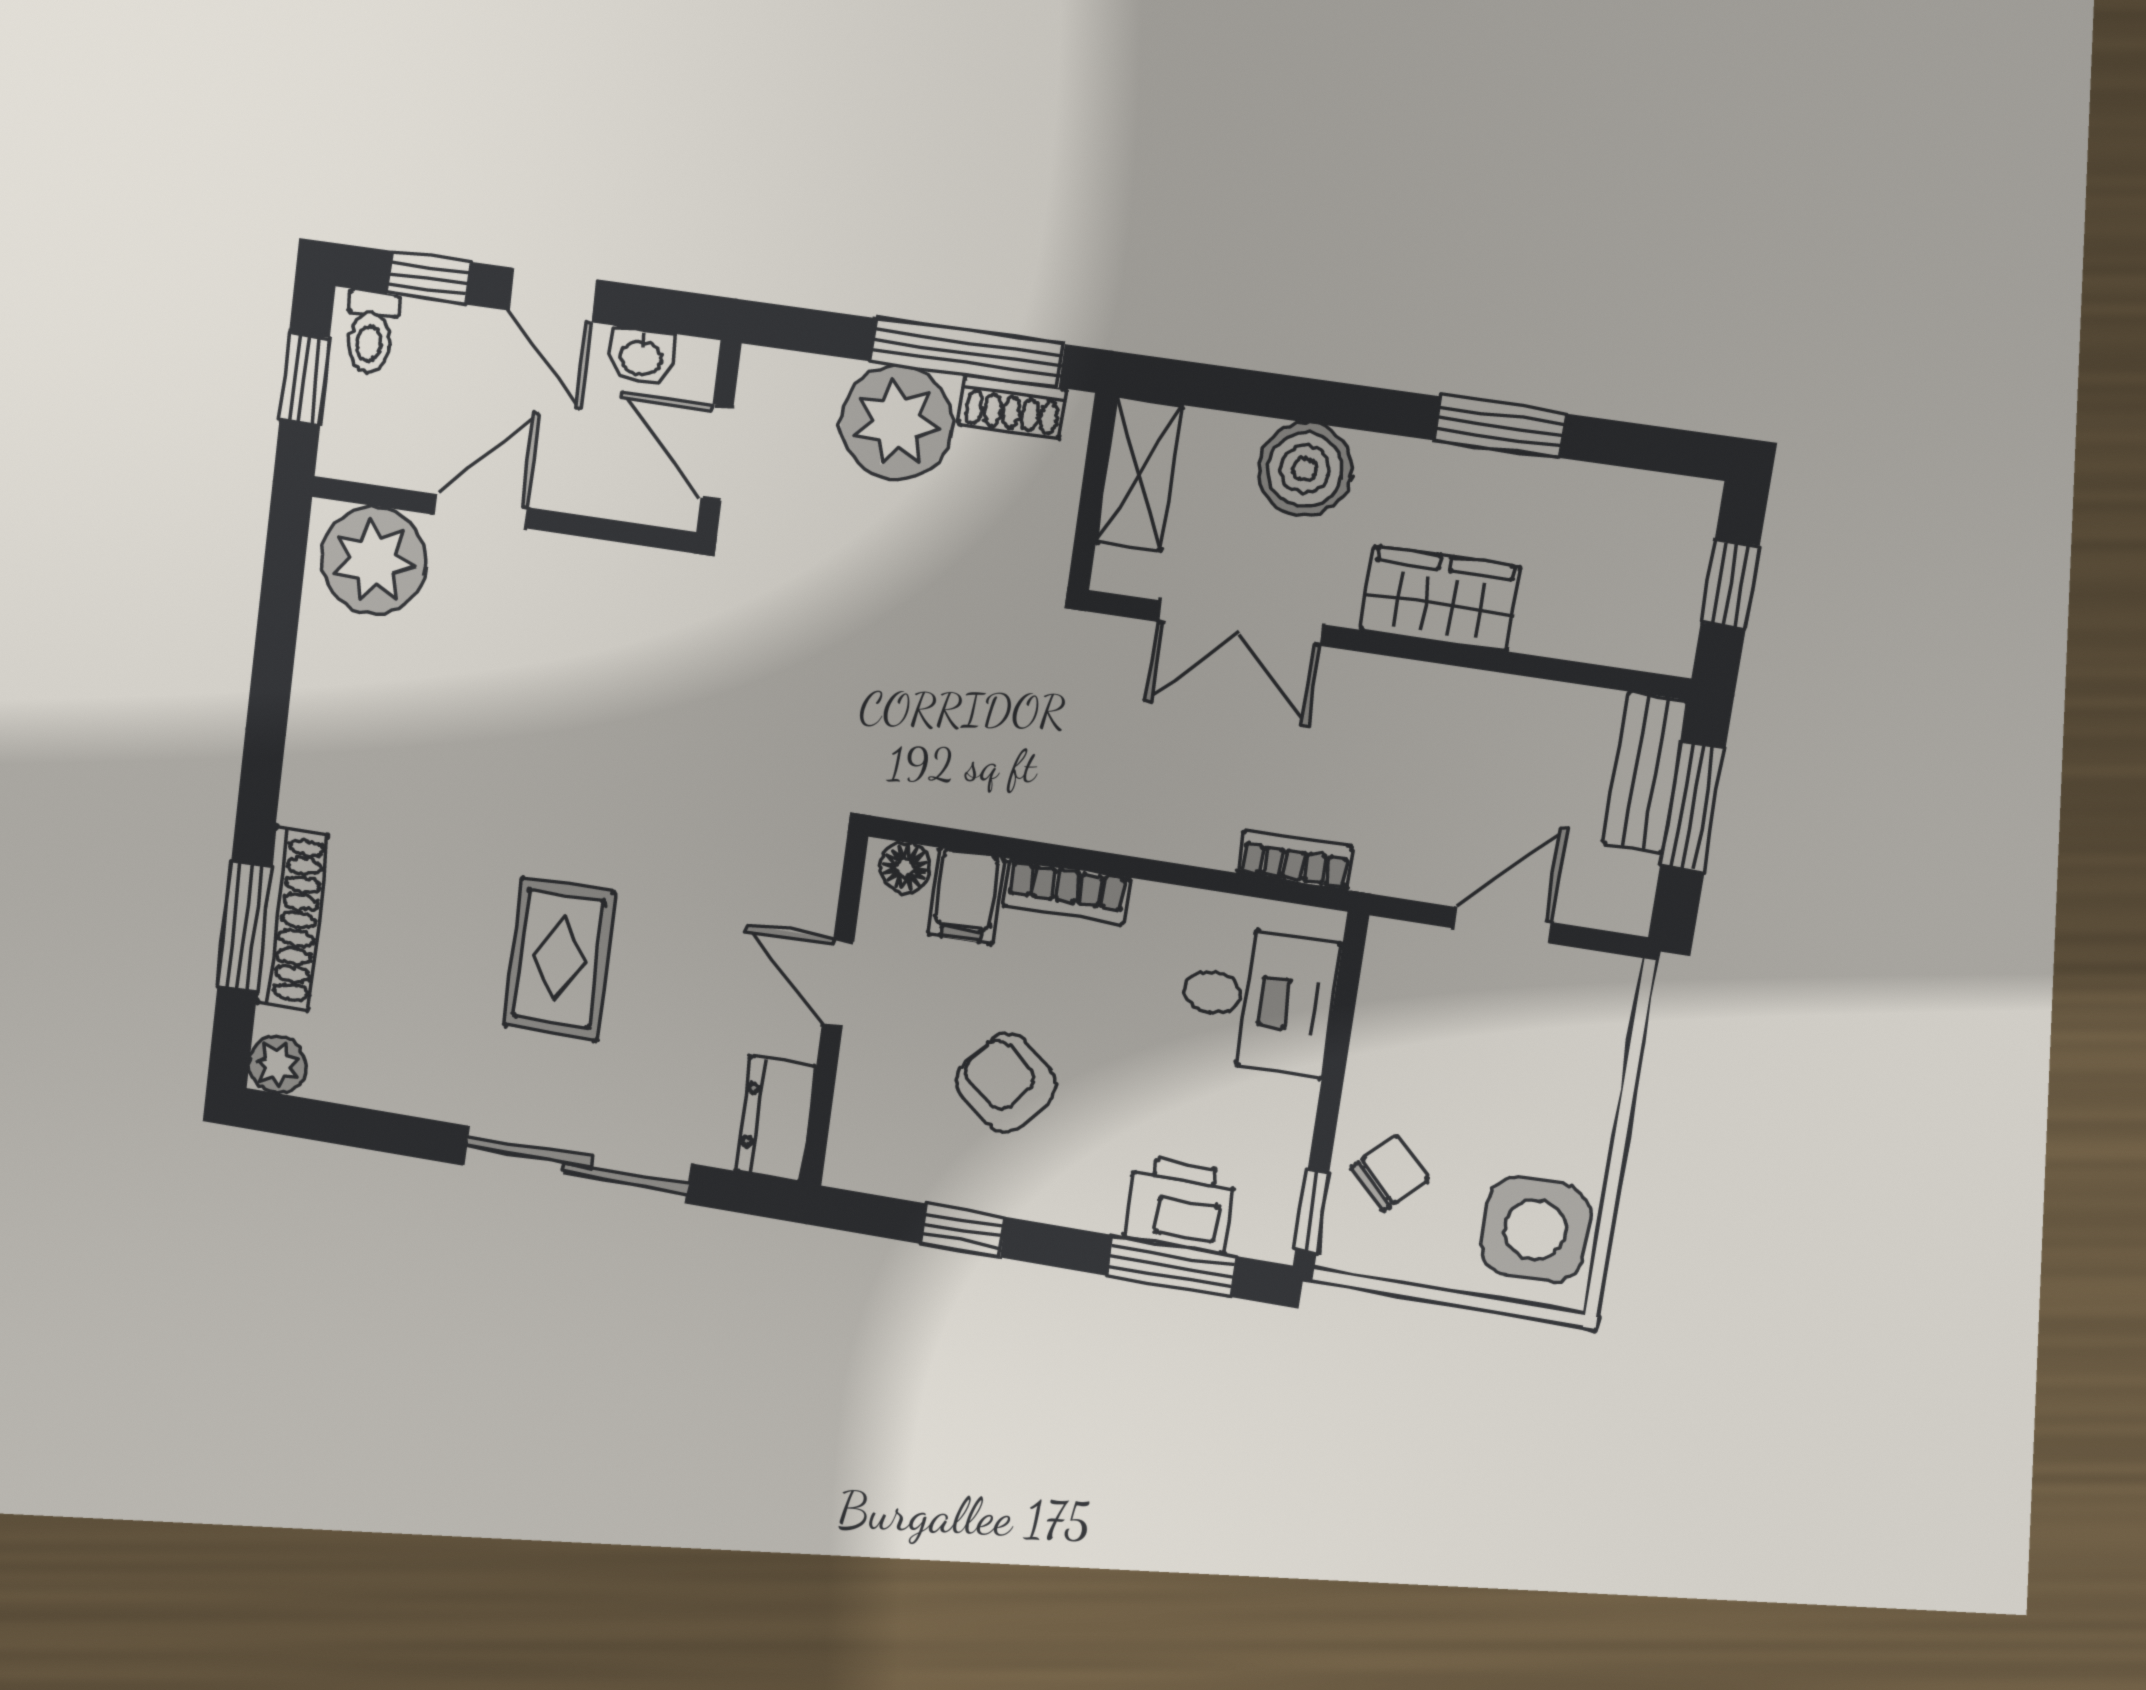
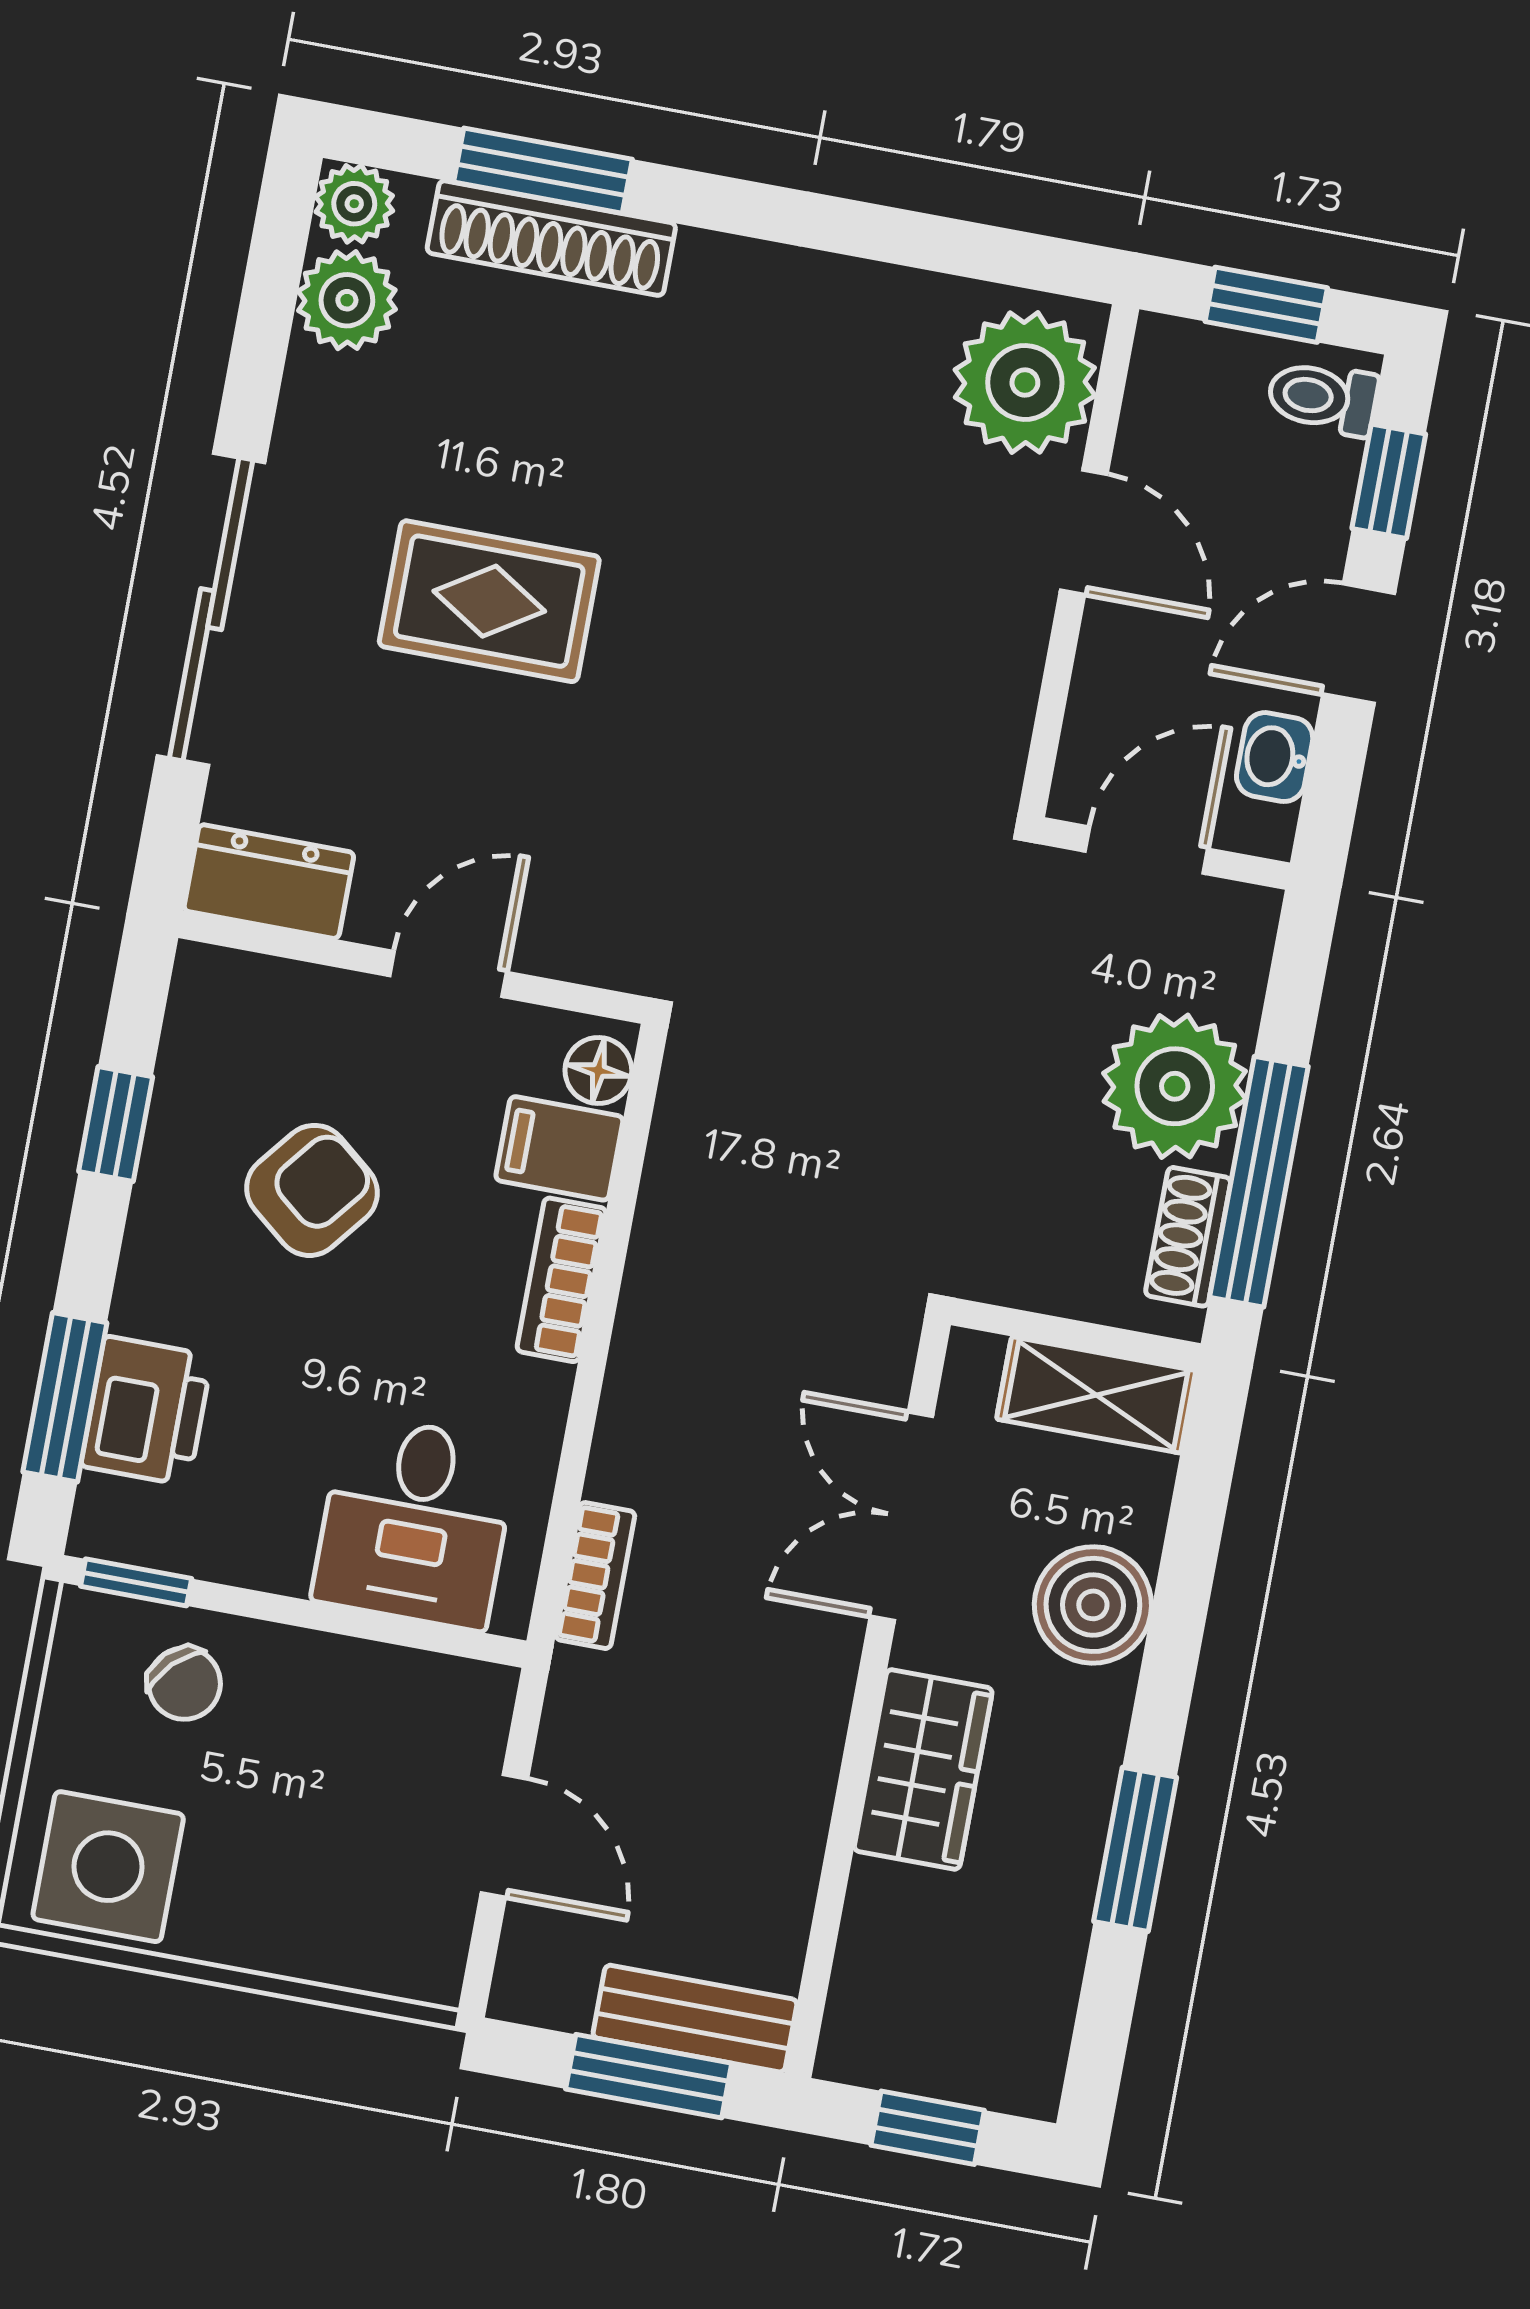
plant: (347, 1069) -> (347, 300), added

